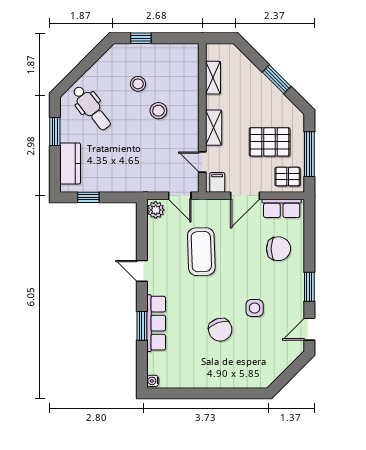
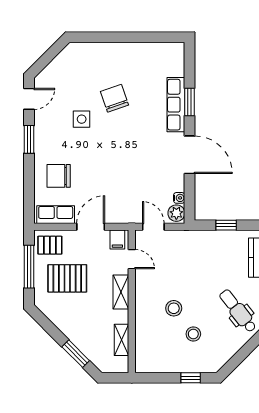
window: (277, 79) -> (76, 354), moved
window: (88, 197) -> (226, 225), moved
coffee table: (201, 252) -> (133, 173), removed
door: (142, 271) -> (190, 155), width x1.87
water cooler: (153, 381) -> (179, 198), moved

